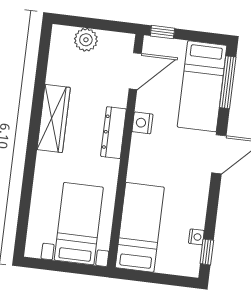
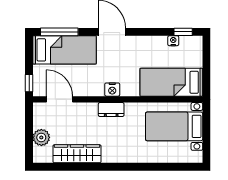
wardrobe: (54, 119) -> (77, 154), moved
nightstand: (142, 123) -> (112, 90), moved
dresser: (113, 133) -> (111, 109), width x0.70

